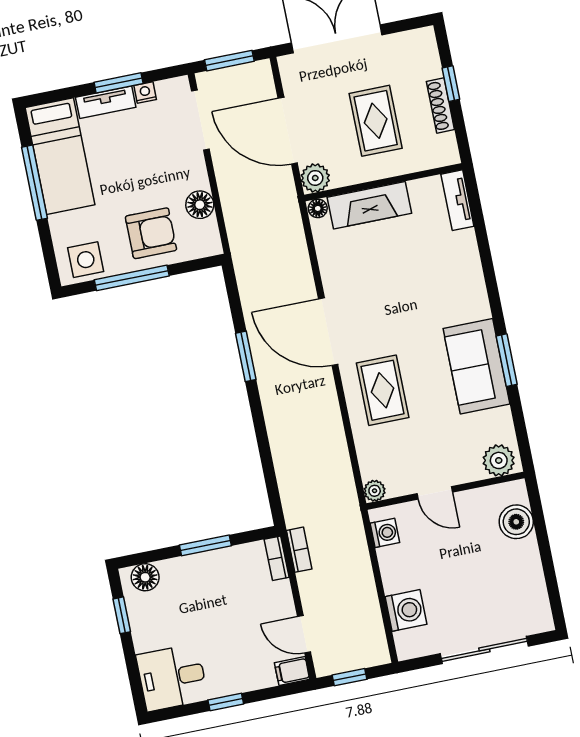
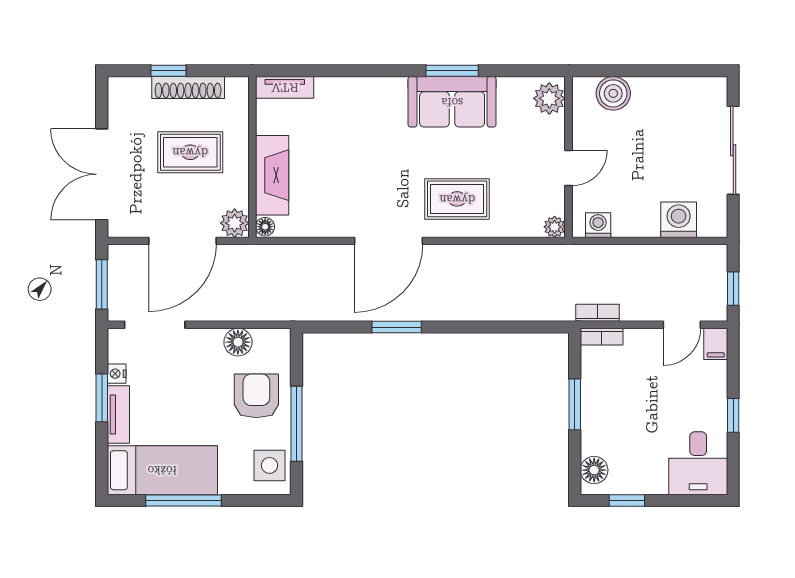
shoe rack: (440, 105) -> (188, 88), width x1.36, depth x1.24

